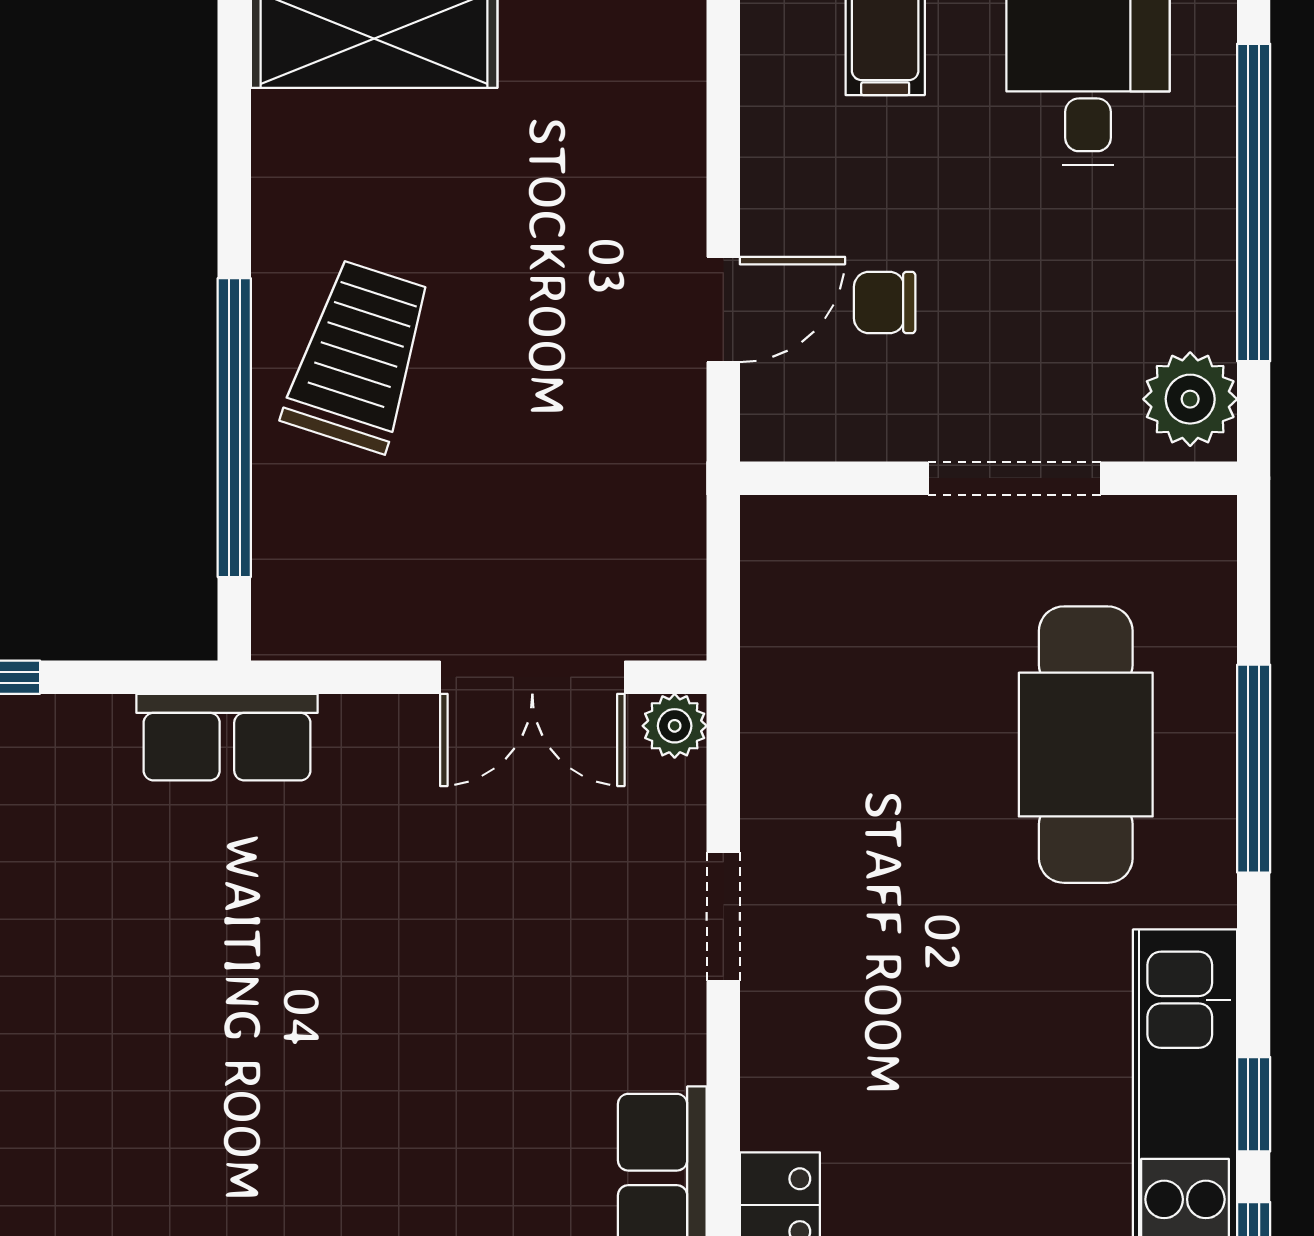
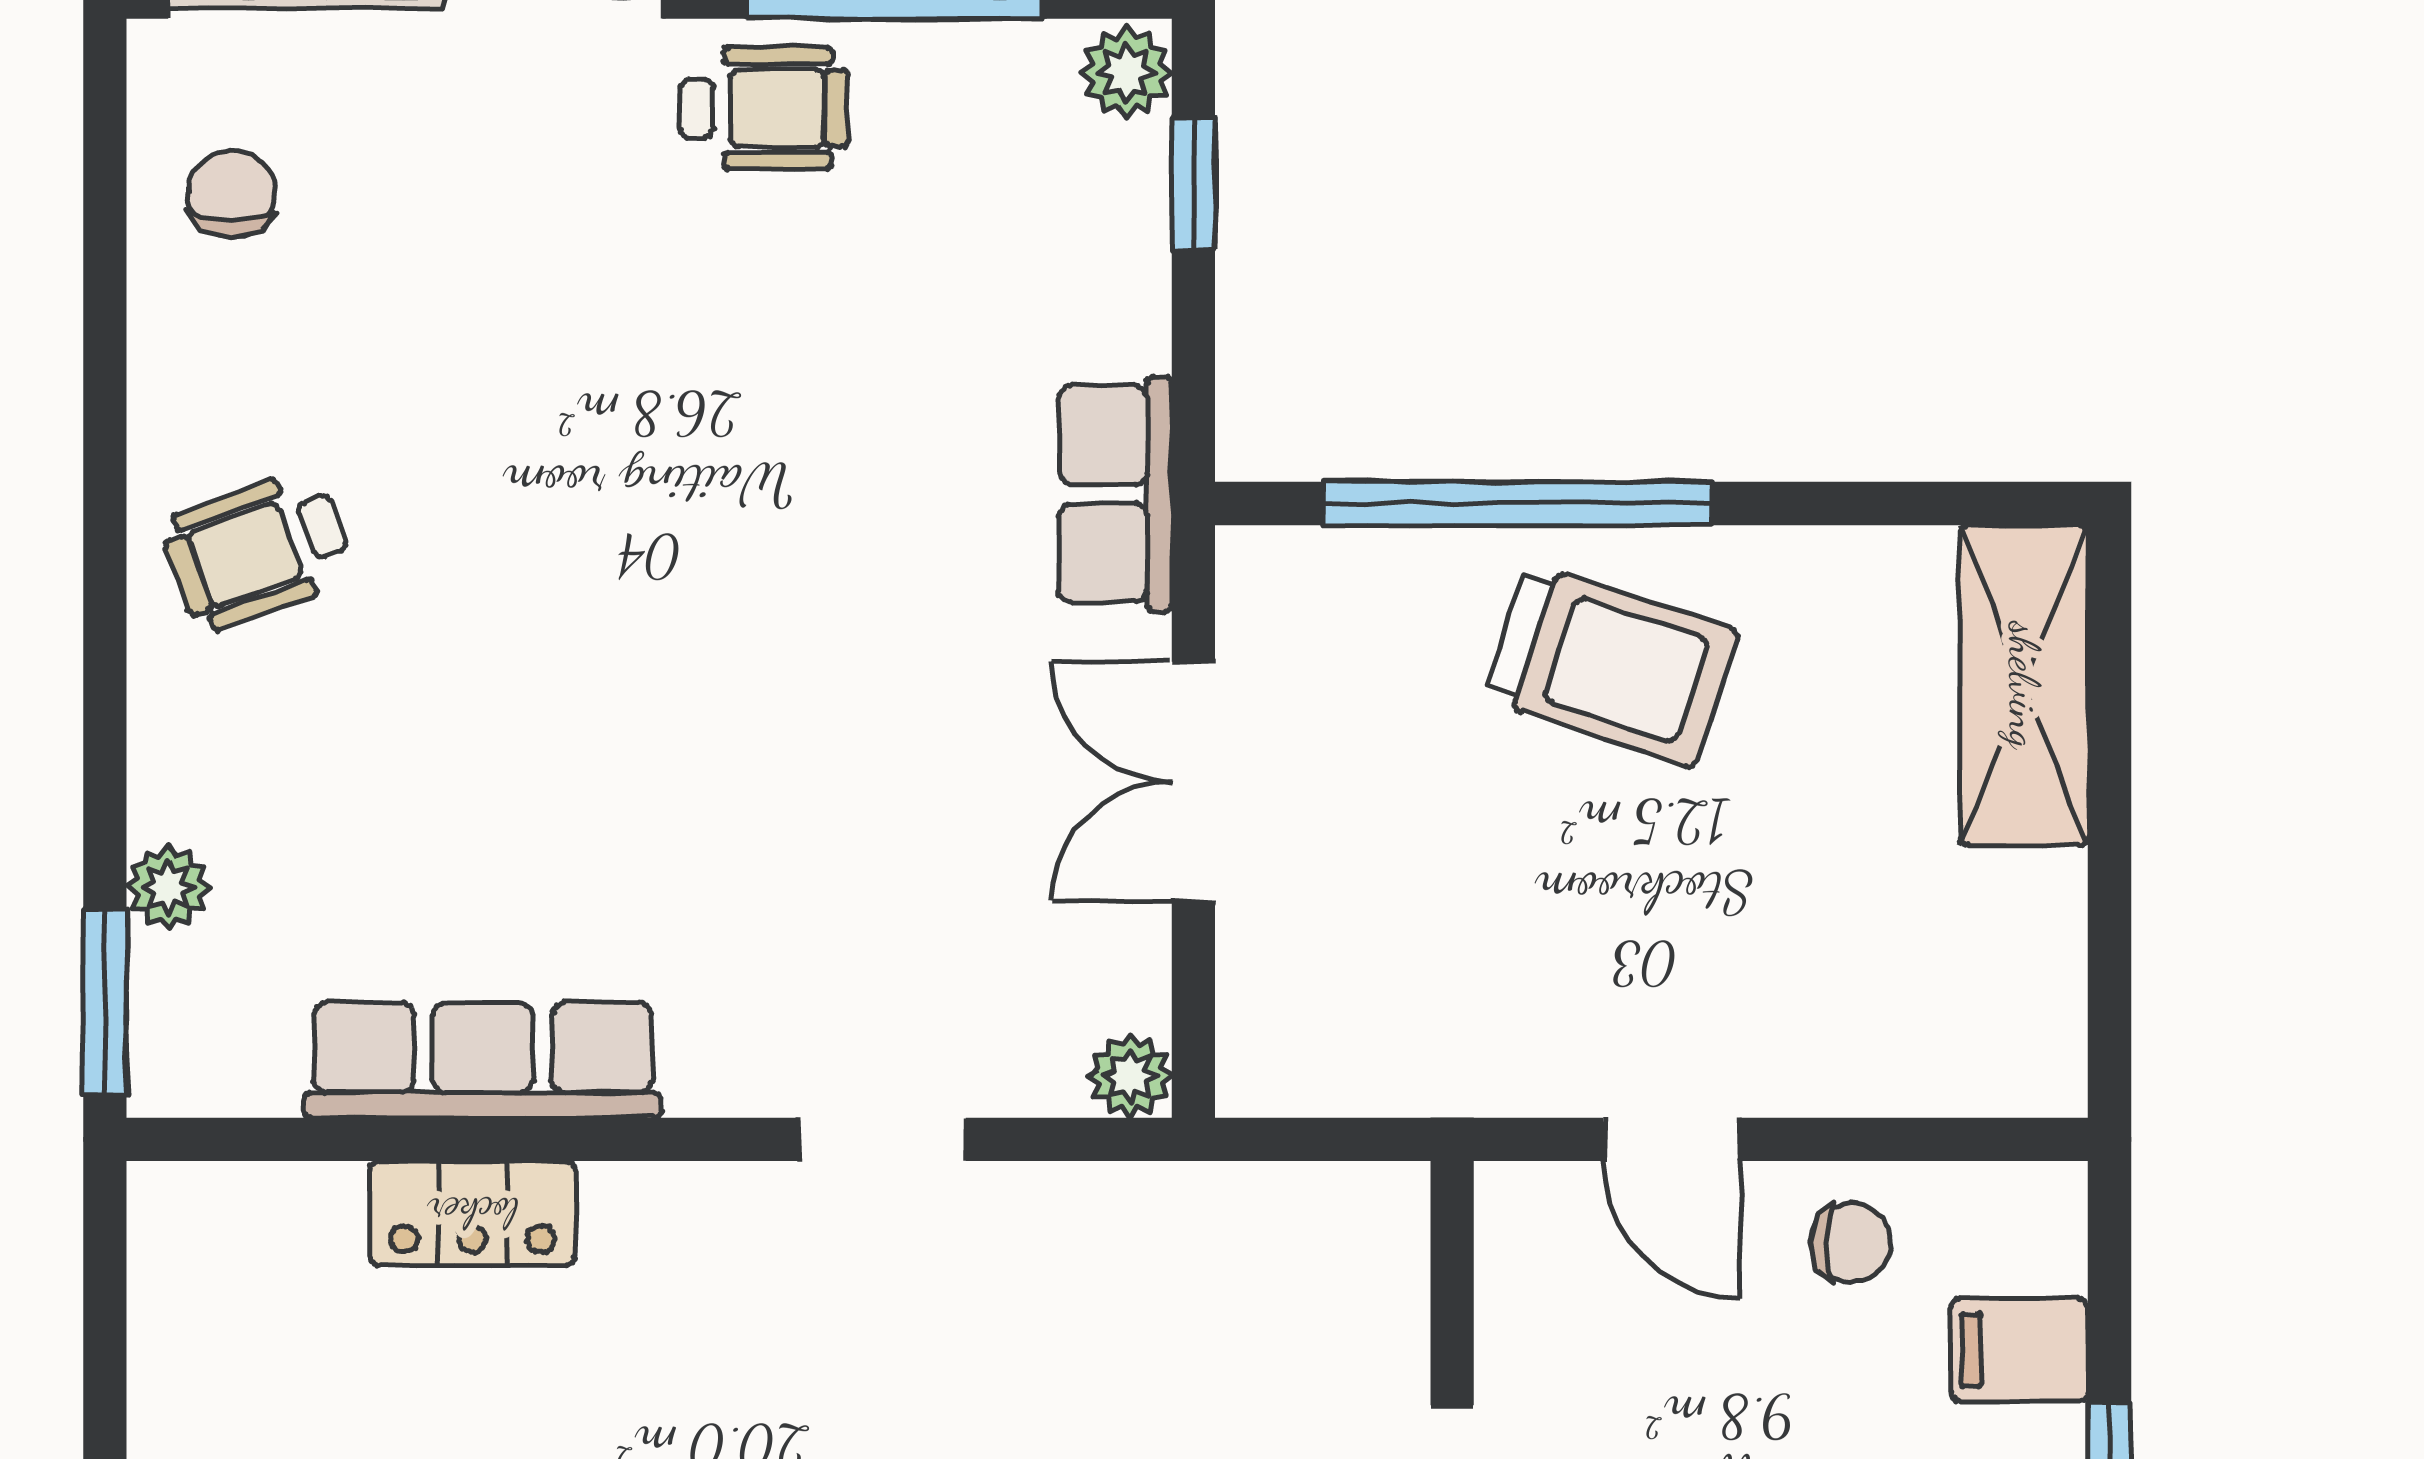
chair: (885, 303) -> (1851, 1242), moved, turned 90
double door: (532, 677) -> (1193, 782), moved

